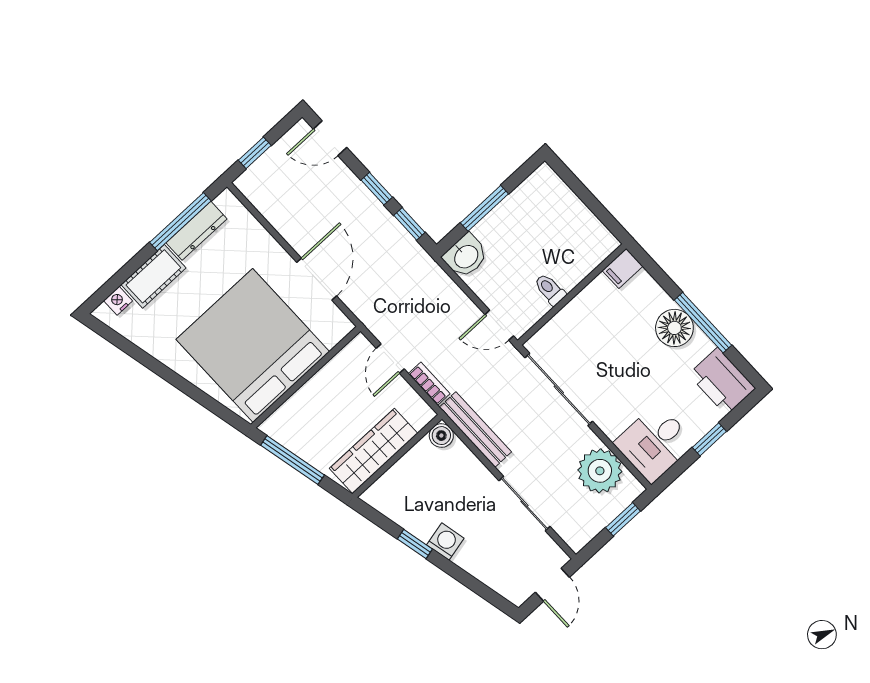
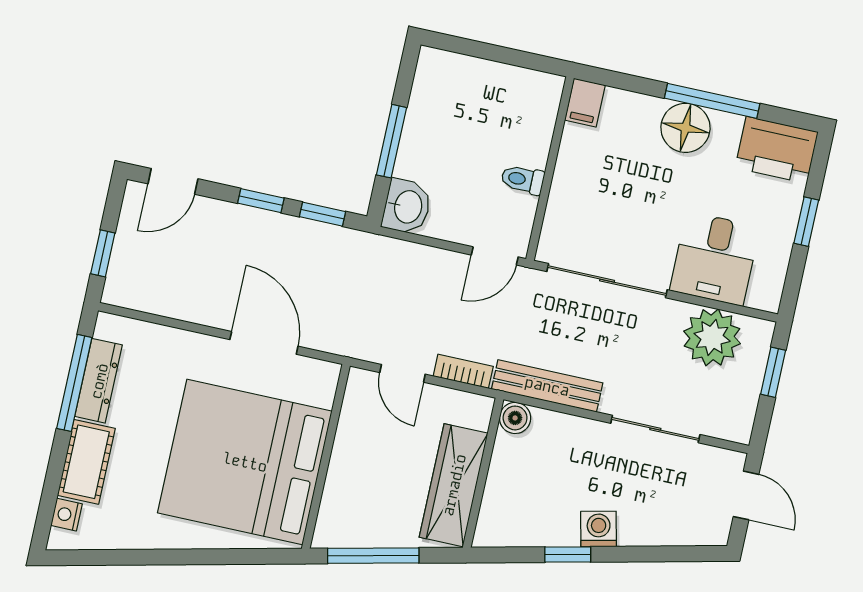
desk: (655, 443) -> (715, 259), moved

